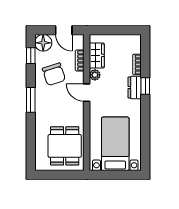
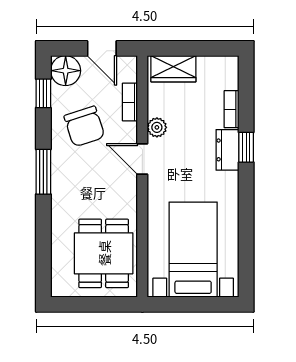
wardrobe: (97, 55) -> (173, 69), moved, turned 90

